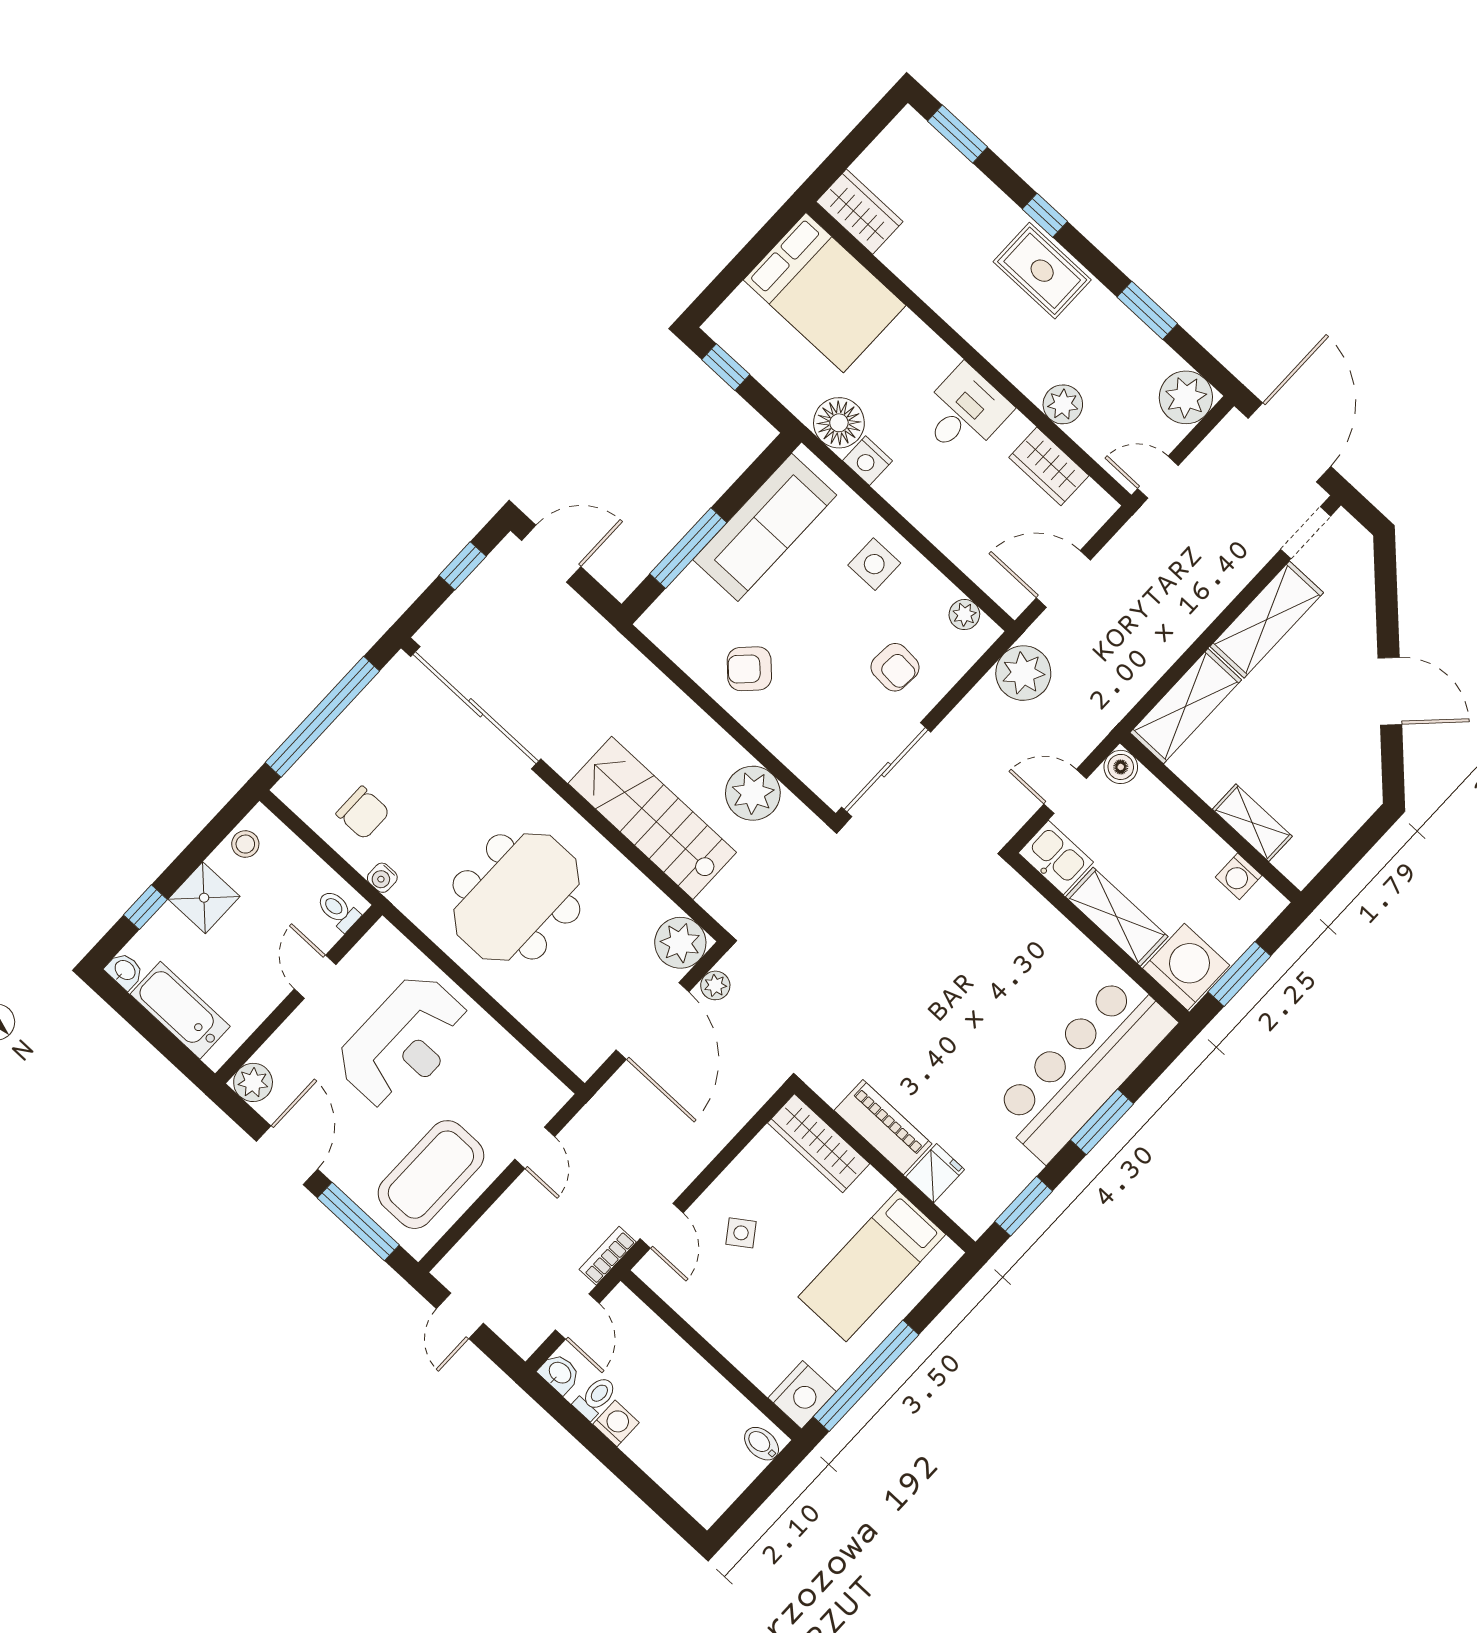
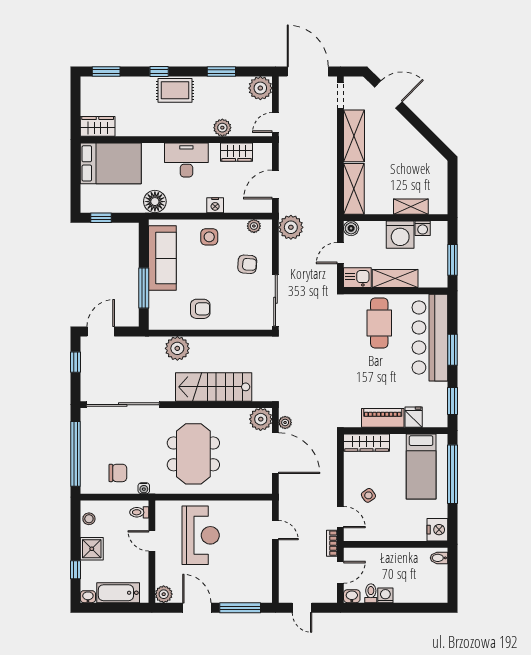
desk: (964, 412) -> (186, 160), width x1.37
nightstand: (867, 461) -> (215, 205), moved
armchair: (749, 669) -> (200, 309), turned -135
door: (1390, 691) -> (388, 94), moved
plant: (753, 793) -> (177, 348), moved
cafe table: (1022, 966) -> (379, 323), added
washing machine: (1186, 967) -> (400, 235), moved, turned 180
coffee table: (431, 1175) -> (250, 570), removed
door: (577, 1317) -> (340, 572), hinge flipped
window: (866, 1376) -> (453, 474), moved

